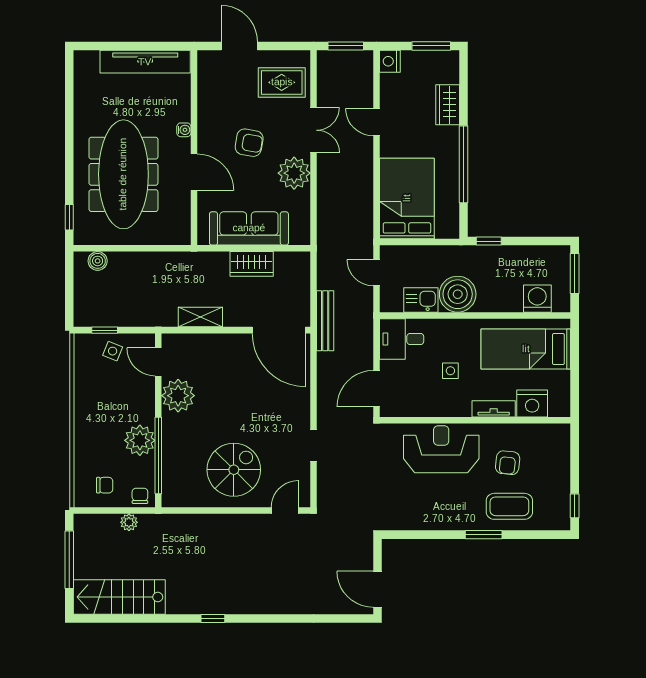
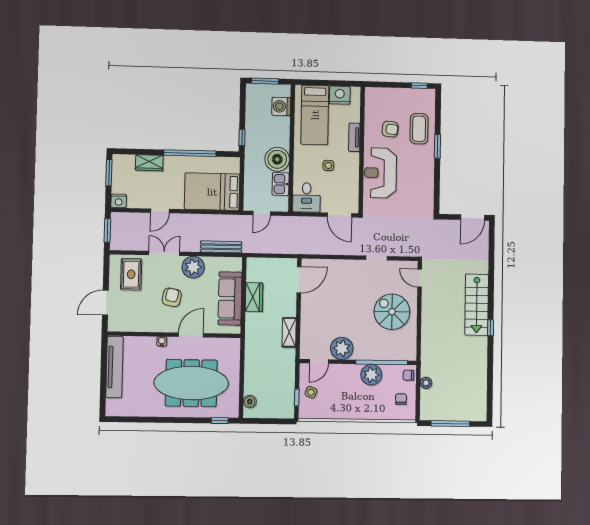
bench: (325, 321) -> (221, 247), moved
door: (279, 330) -> (299, 280), width x0.73
nightstand: (532, 403) -> (340, 95), moved, turned -90
stairs: (119, 597) -> (477, 305), moved

